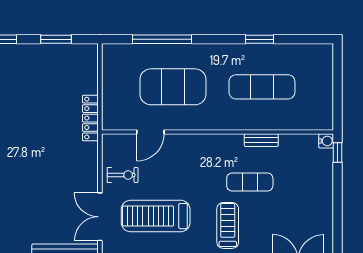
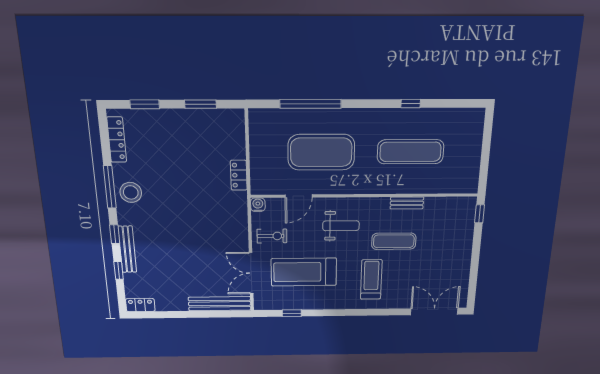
window: (259, 39) -> (411, 104), width x0.67
locker: (90, 118) -> (239, 175), width x0.66
water cooler: (326, 141) -> (258, 205), moved, turned -90
weight bench: (194, 164) -> (341, 226), added

